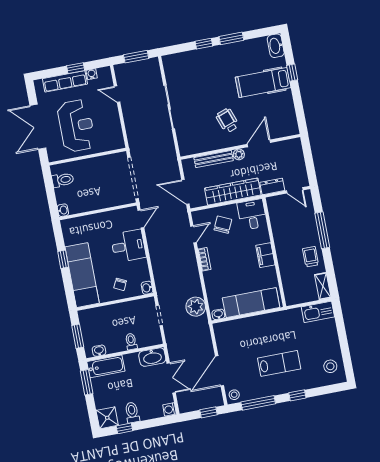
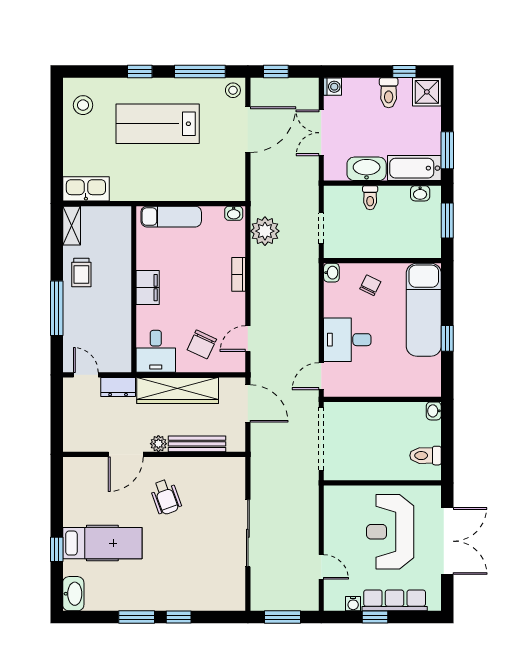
bookcase: (204, 259) -> (239, 274), moved
exam couch: (251, 303) -> (171, 217), width x0.73, depth x0.69
washbasin: (152, 357) -> (367, 169), moved
lab bench: (279, 363) -> (158, 124), width x1.36, depth x1.39

